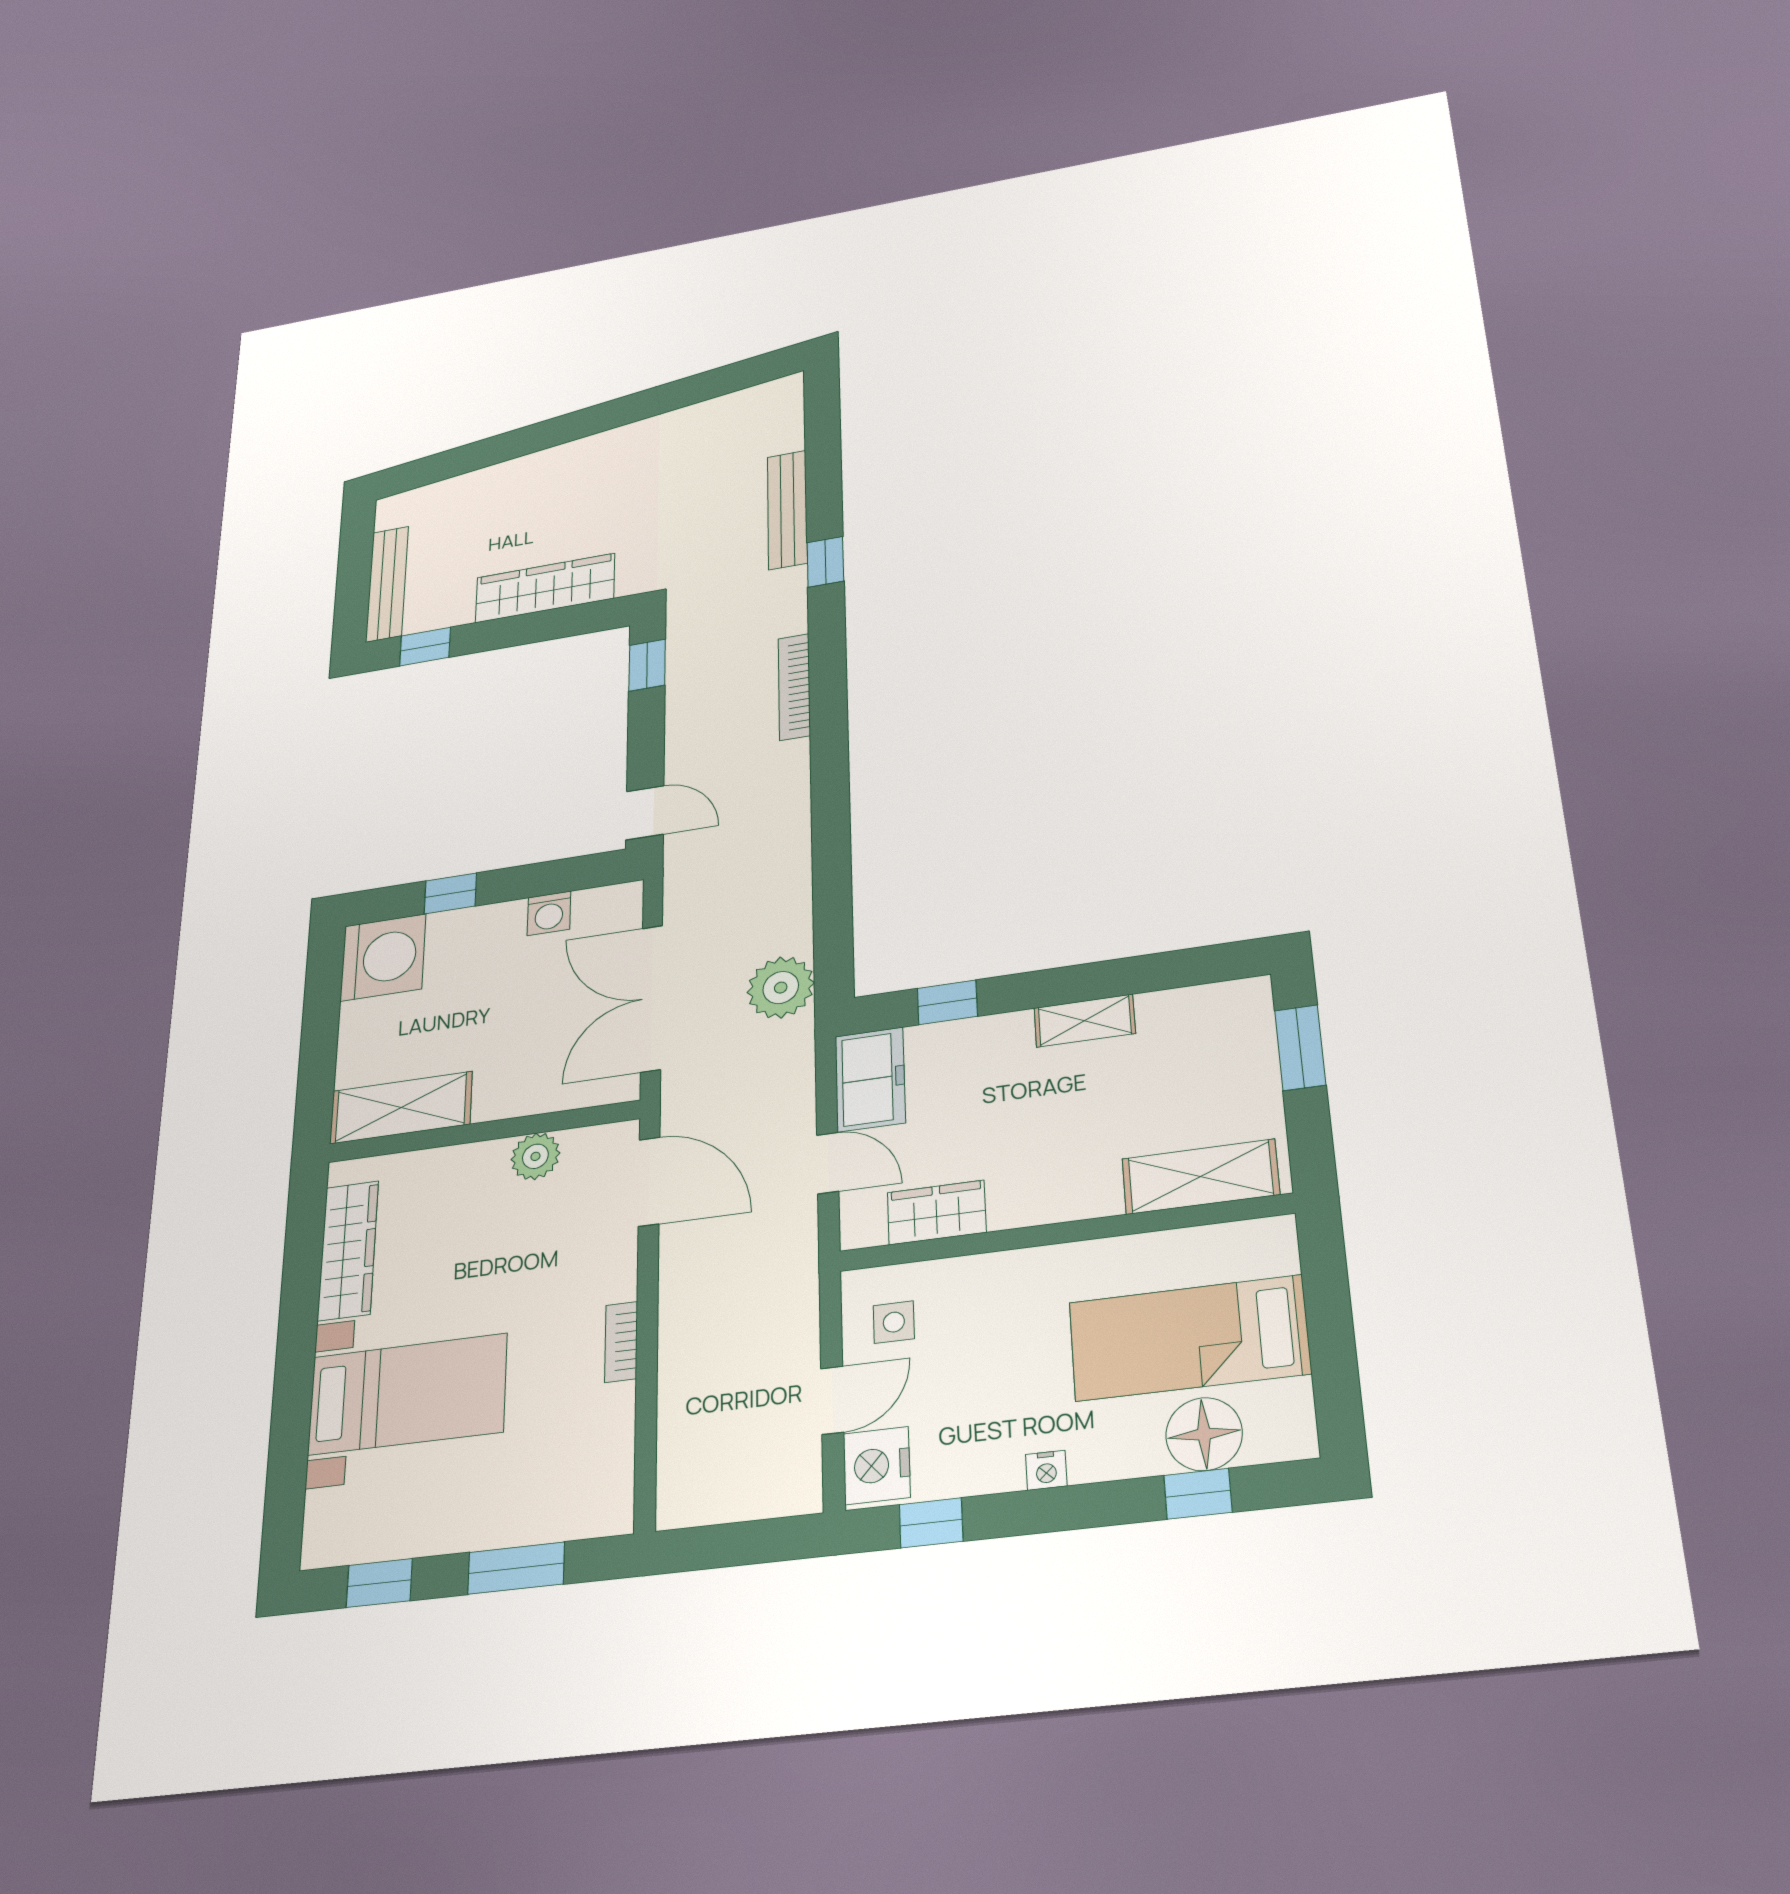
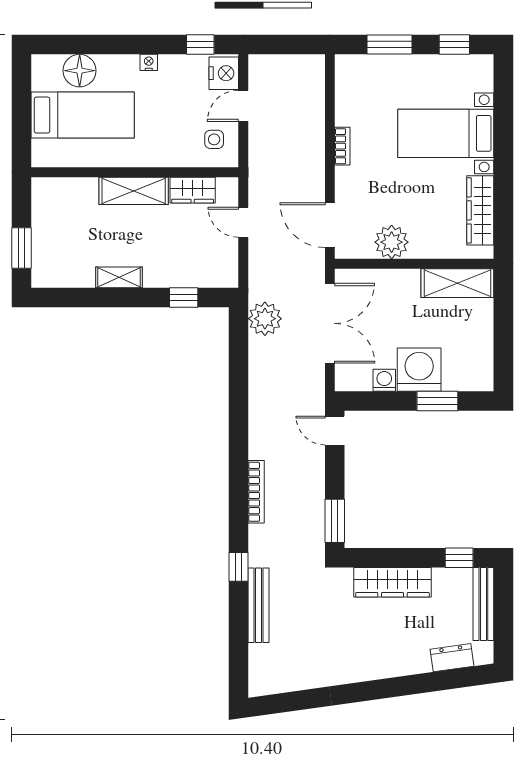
dresser: (446, 495) -> (452, 658), added
window: (647, 665) -> (335, 521), width x1.50
window: (450, 893) -> (437, 401), width x1.50
washing machine: (383, 957) -> (419, 370), moved, turned 90
freezer: (870, 1079) -> (222, 263), removed
plant: (535, 1156) -> (392, 242), width x1.36, depth x1.36
shelving: (1200, 1177) -> (134, 191), moved
window: (1198, 1494) -> (84, 45), removed

